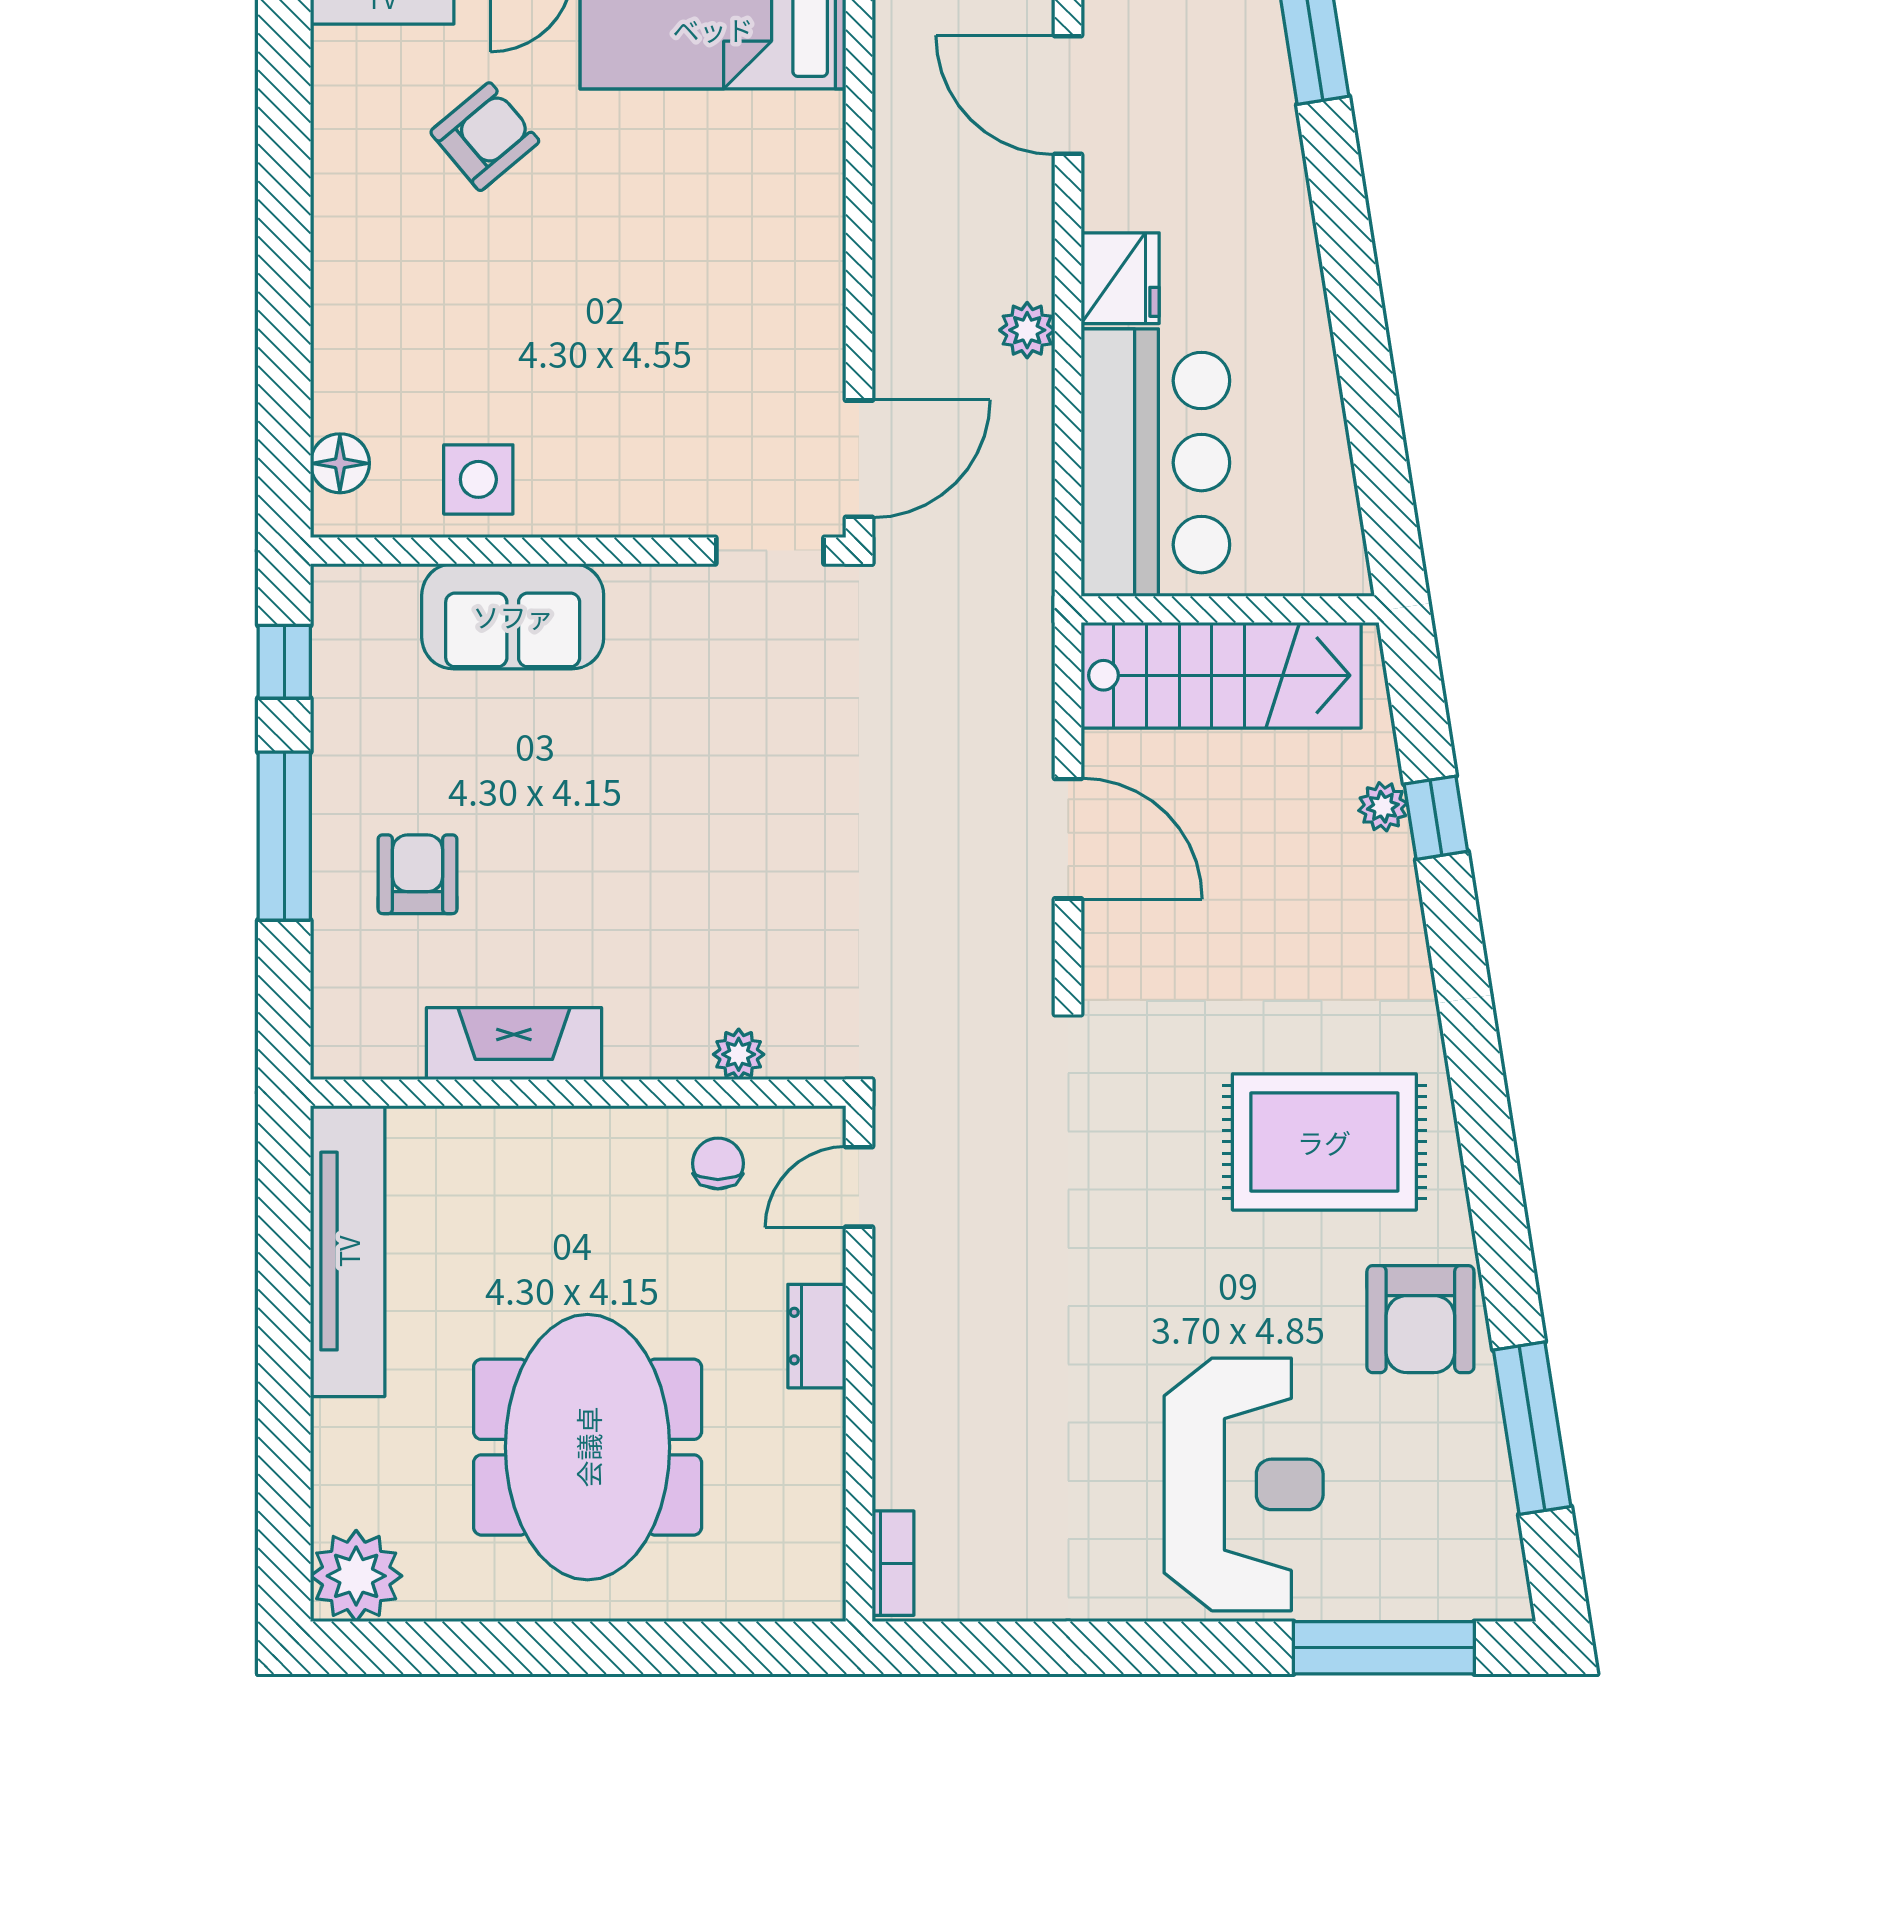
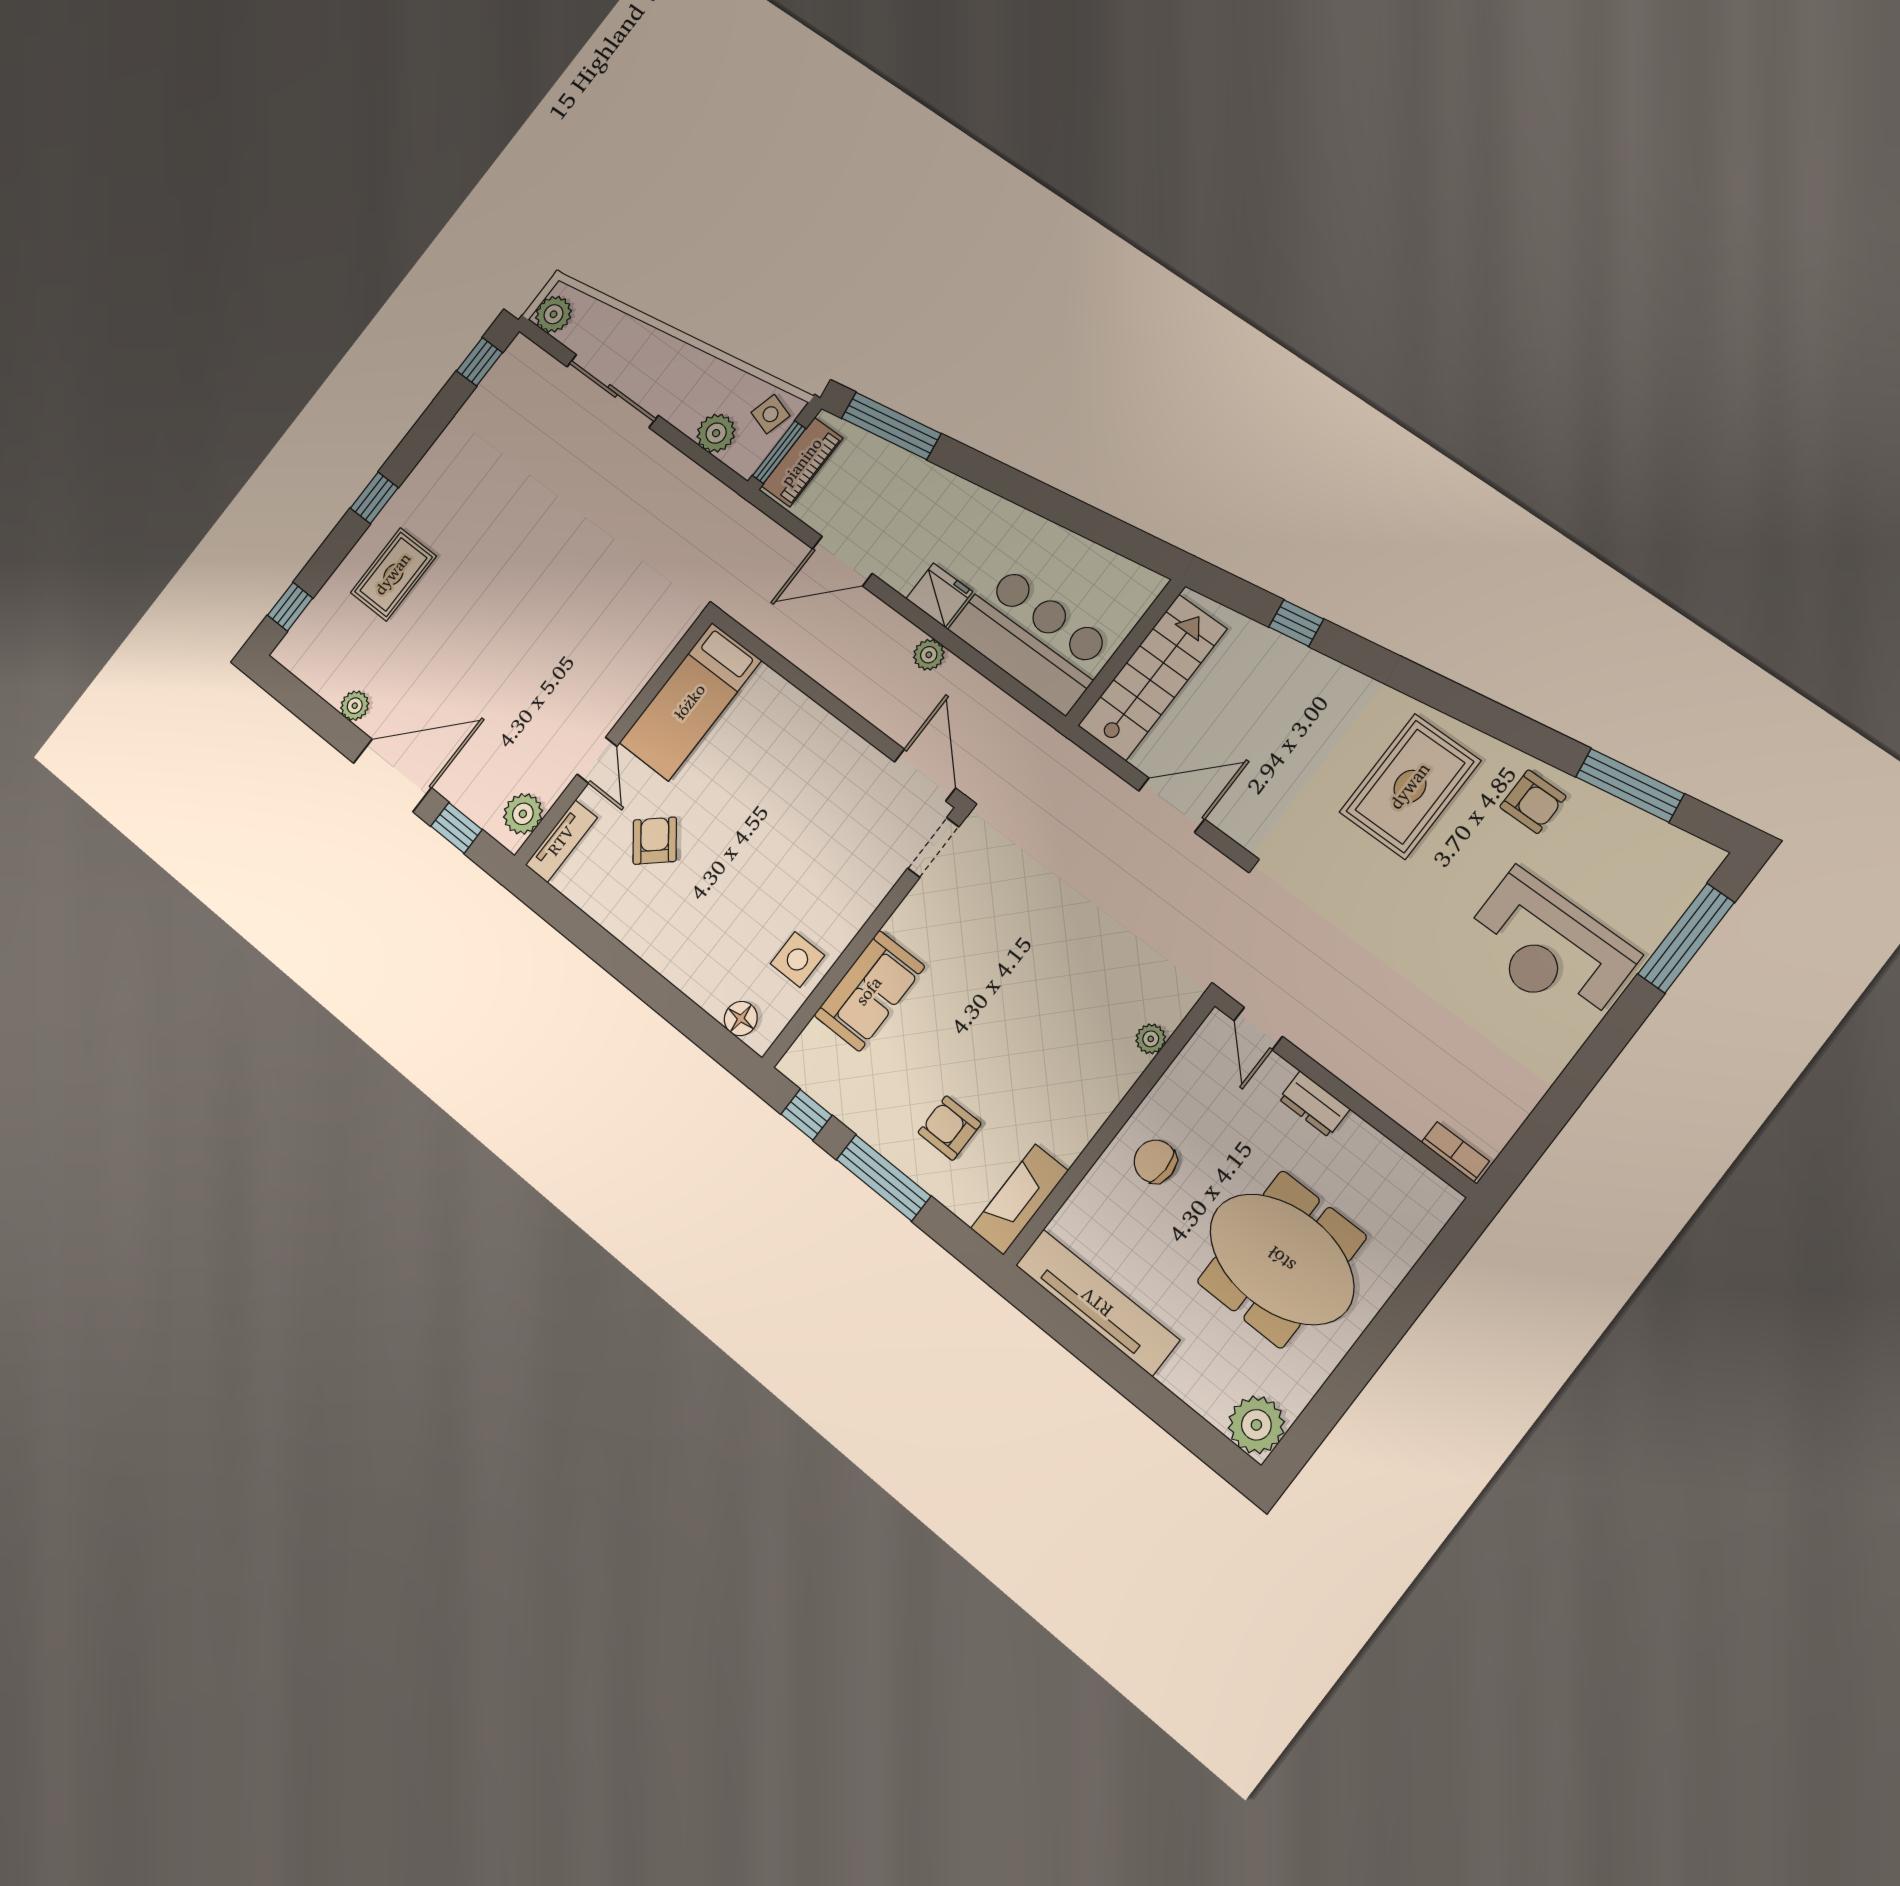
plant: (1383, 807) -> (1272, 645), removed
fireplace: (514, 1044) -> (1019, 1200), moved
chair: (718, 1163) -> (1155, 1161), moved, width x1.37, depth x1.37
armchair: (1420, 1319) -> (1533, 802), width x0.72, depth x0.72
reception desk: (1244, 1484) -> (1549, 948), turned 180

